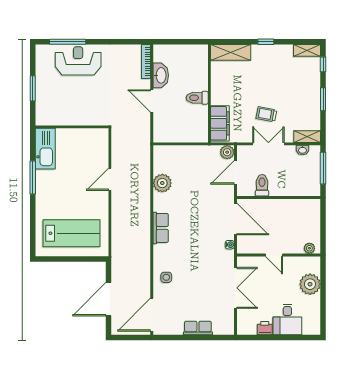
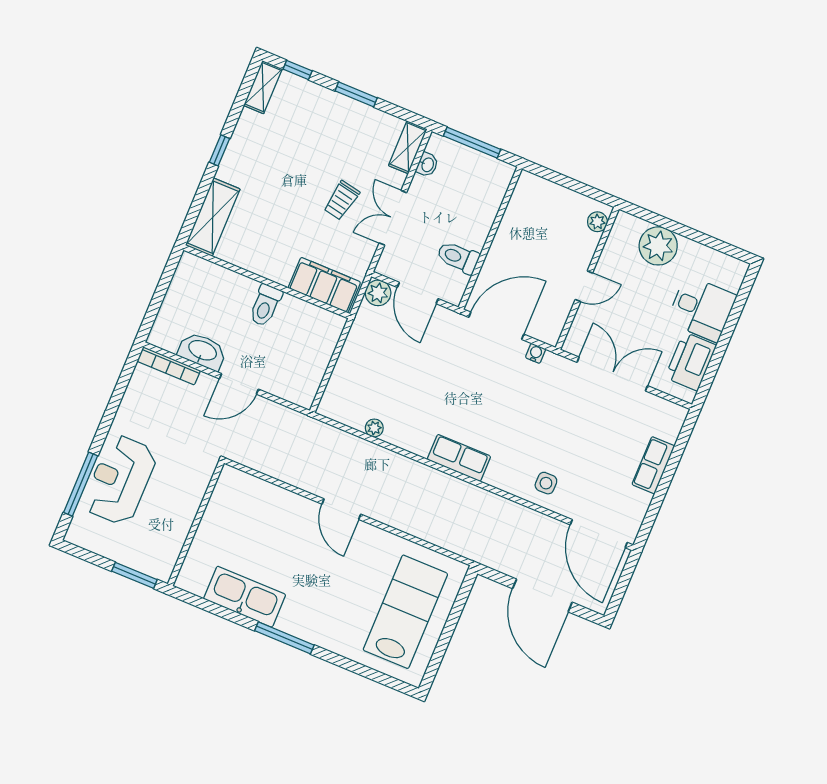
wall: (72, 127) -> (196, 523), moved
plant: (162, 183) -> (374, 428), width x0.53, depth x0.53
printer: (265, 328) -> (691, 361), width x1.87, depth x1.48

